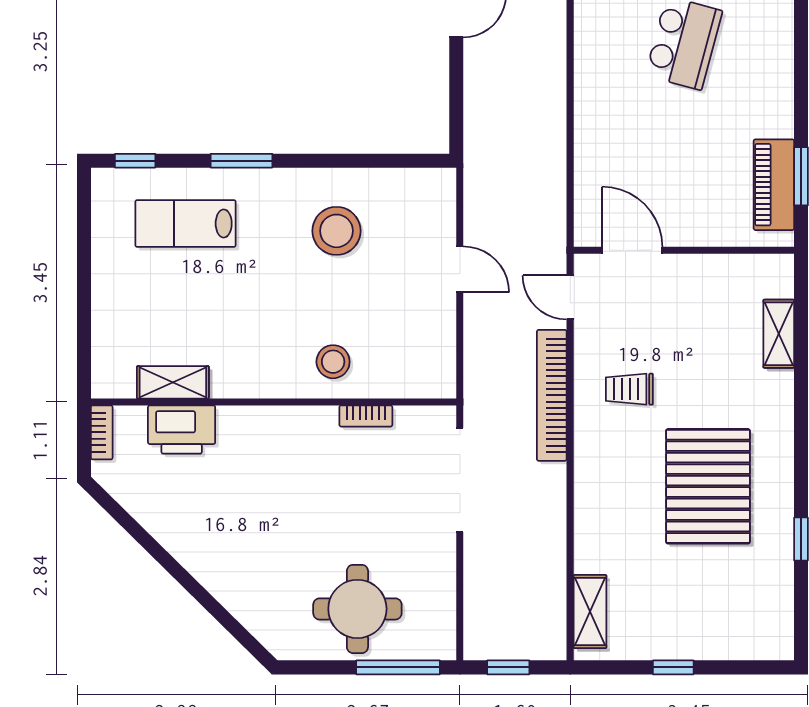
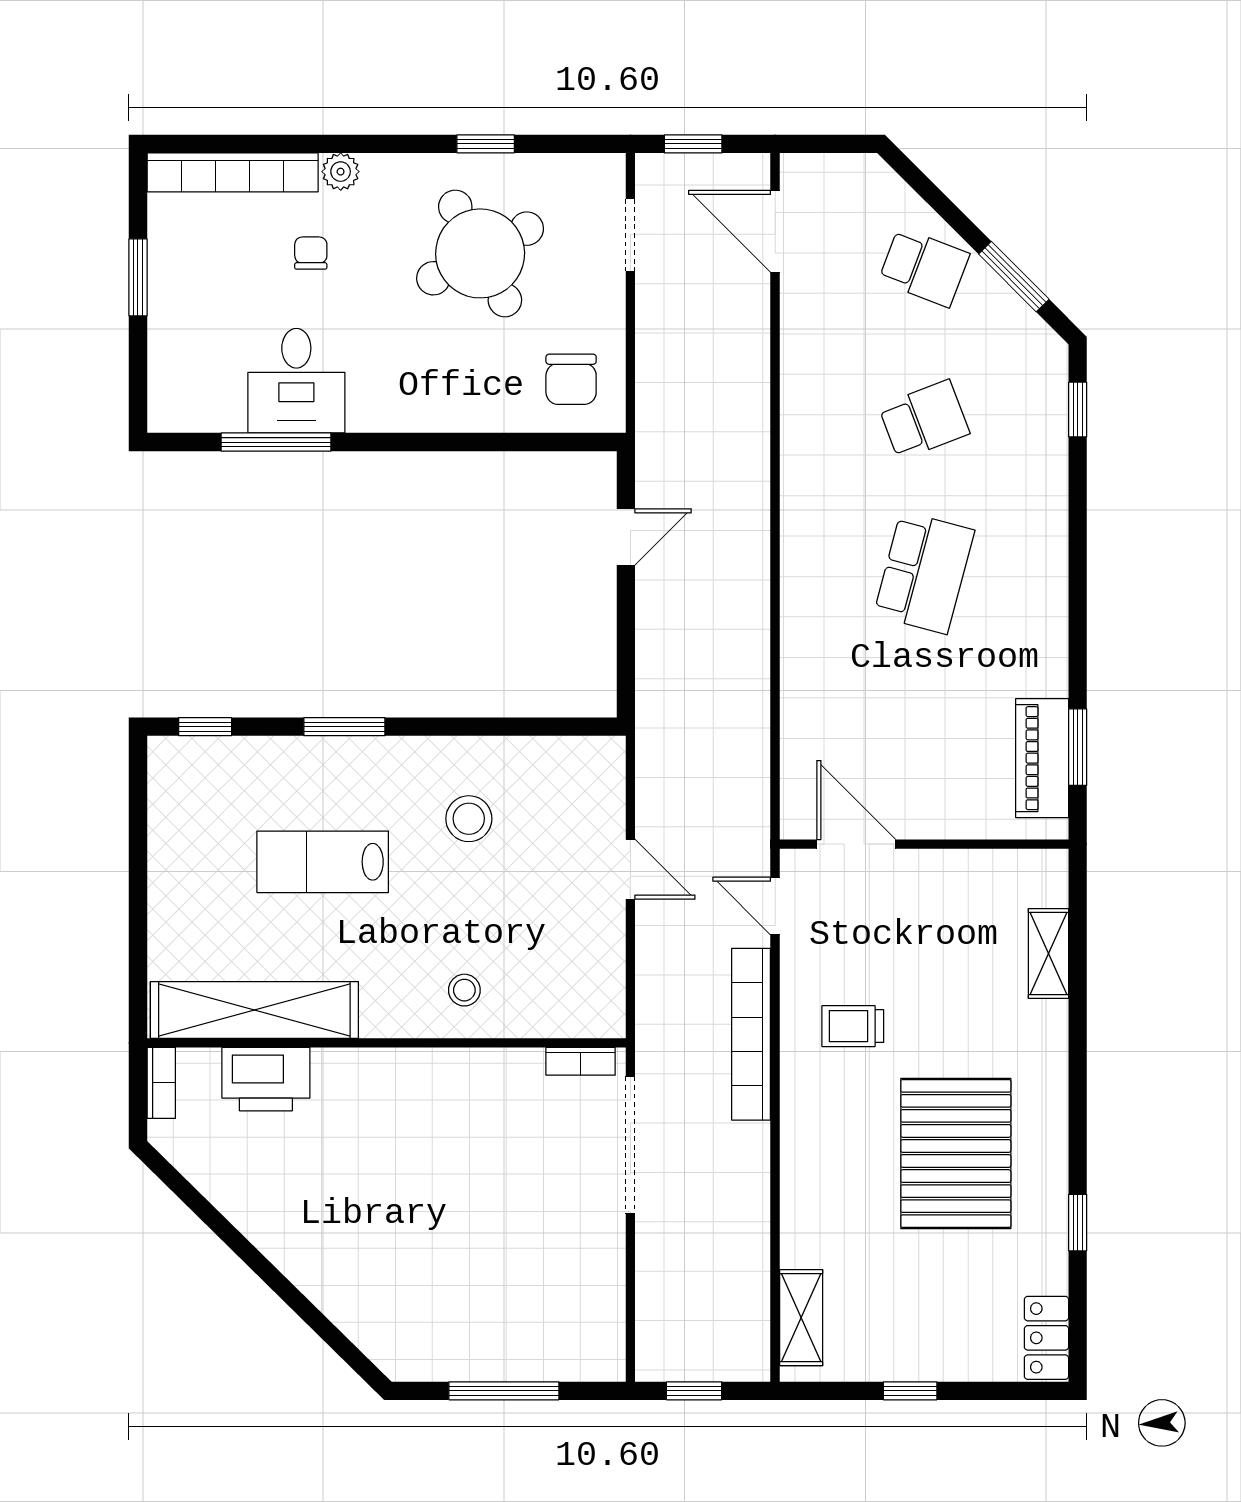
lab bench: (186, 223) -> (323, 862), moved
stool: (336, 231) -> (469, 819), width x0.73, depth x0.73
stool: (333, 362) -> (464, 990), width x0.73, depth x0.73
shelving: (173, 382) -> (254, 1010), width x2.20, depth x1.33
bookcase: (366, 416) -> (581, 1061), moved
round table: (357, 609) -> (496, 1314), removed
locker: (777, 627) -> (1046, 1338), added
window: (398, 667) -> (504, 1391), moved

